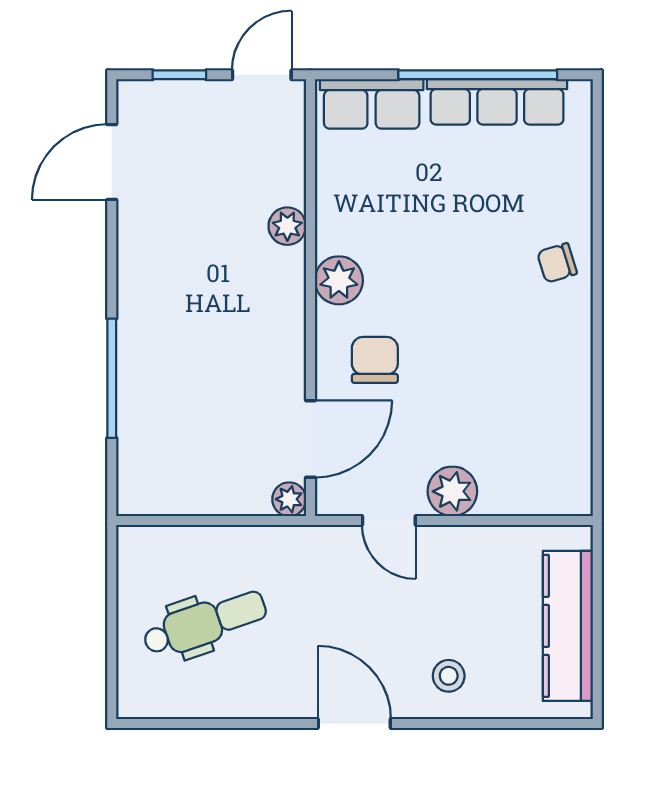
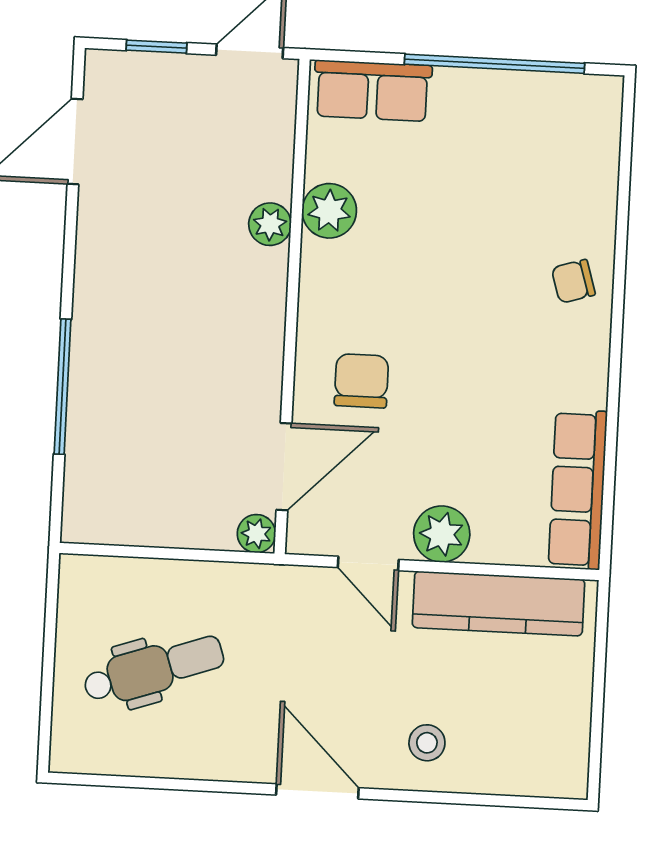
row of seats: (497, 102) -> (578, 489), moved, turned 90
plant: (339, 280) -> (329, 211), moved
kitchen counter: (568, 626) -> (499, 603), moved, turned -90

